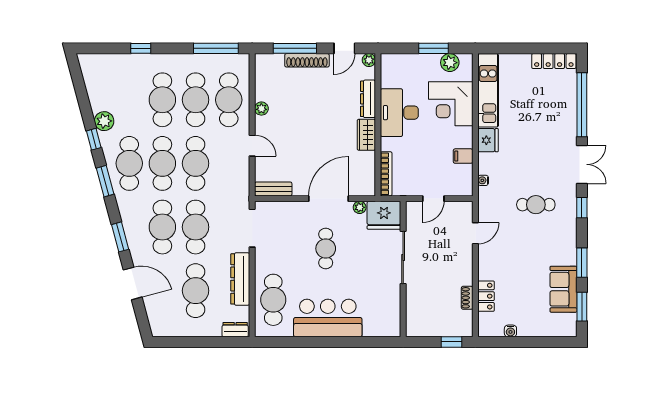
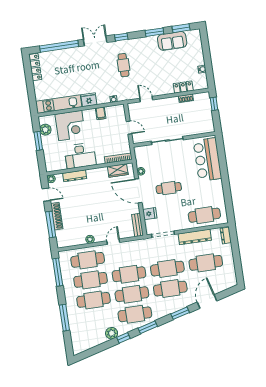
window: (141, 48) -> (64, 318), width x2.17
wardrobe: (366, 135) -> (118, 170), moved
fridge: (384, 215) -> (150, 214), moved, width x0.53, depth x0.75
bar counter: (328, 318) -> (207, 160), moved

